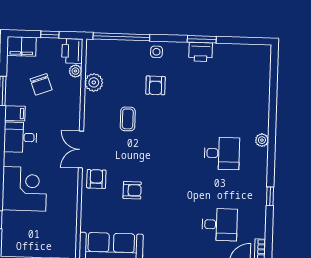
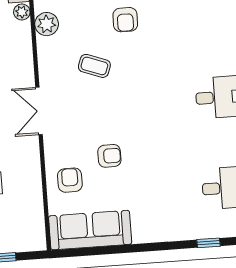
coffee table: (128, 119) -> (94, 66), turned -70
armchair: (96, 179) -> (70, 180), moved

